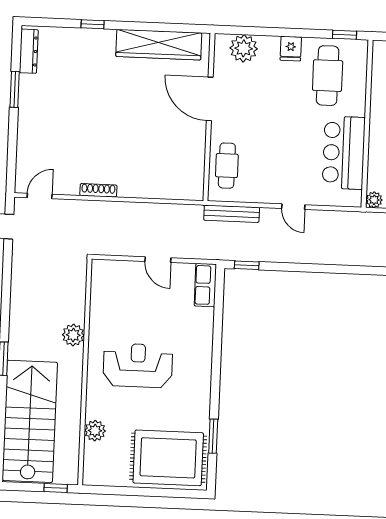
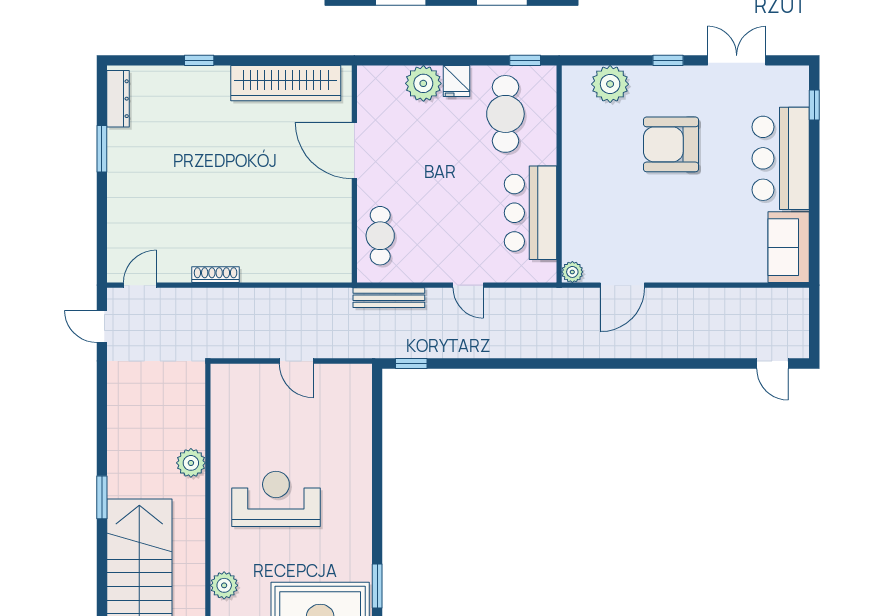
plant: (244, 48) -> (423, 83), moved
row of seats: (205, 285) -> (359, 391), removed

